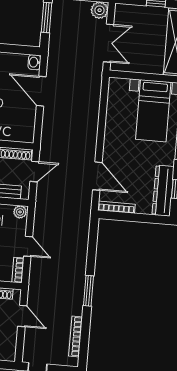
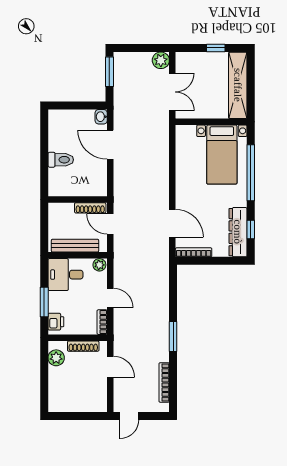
door: (34, 172) -> (110, 224), swing flipped

